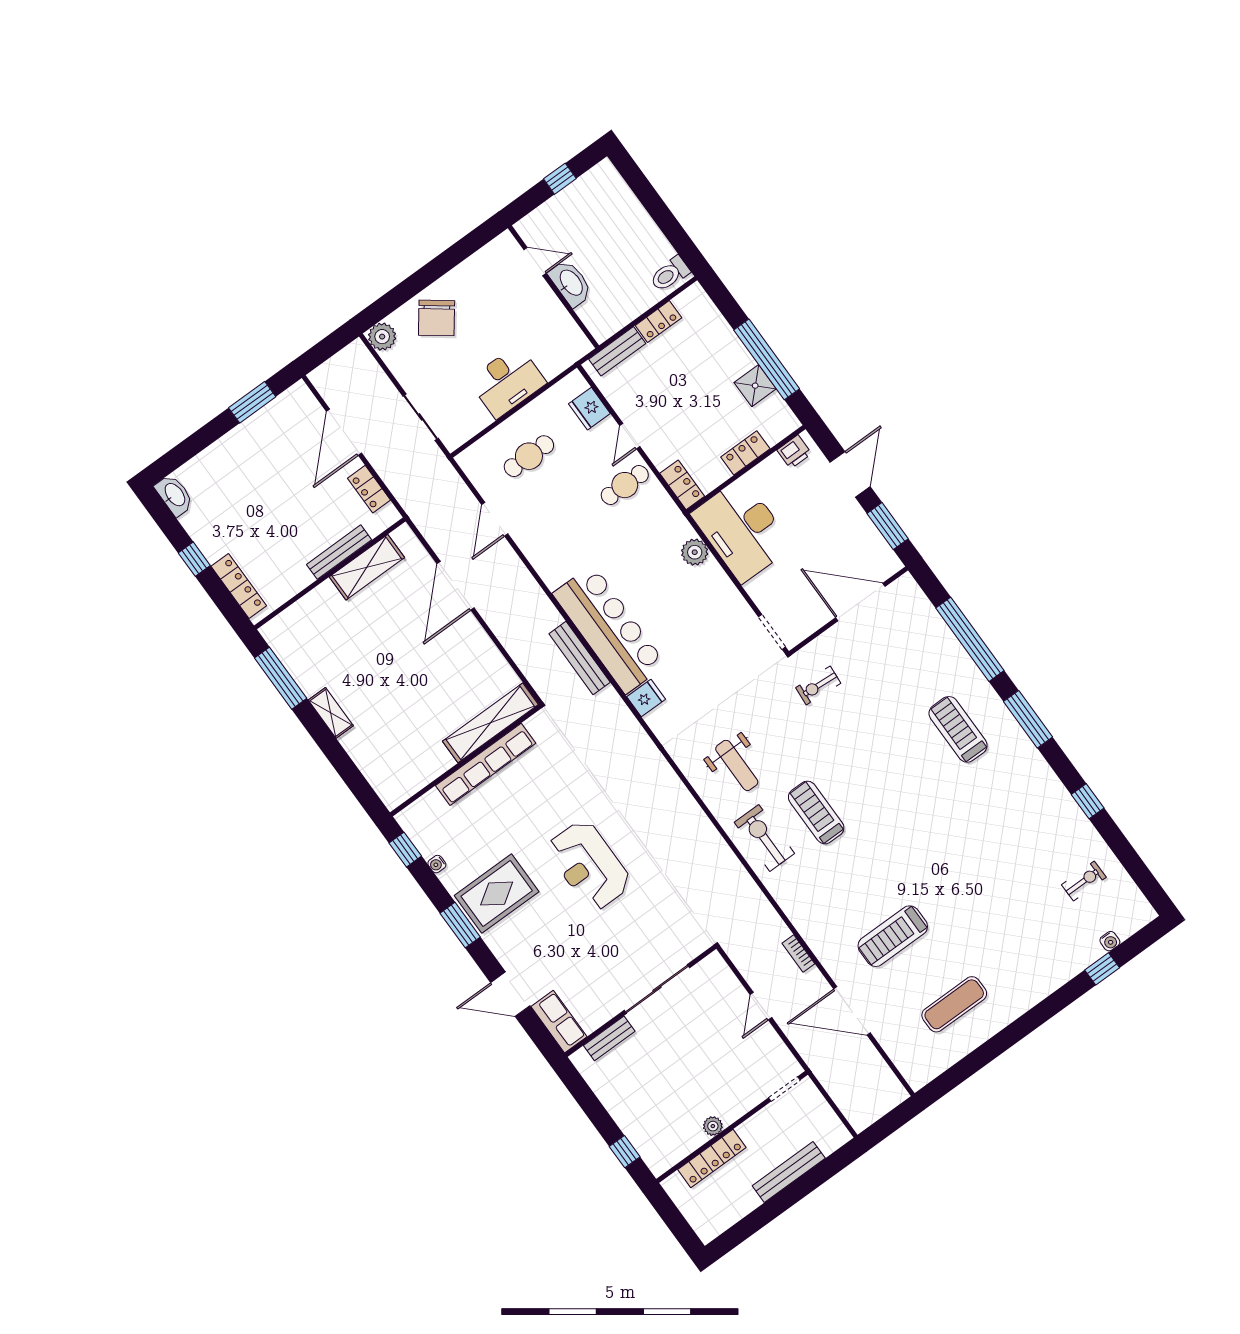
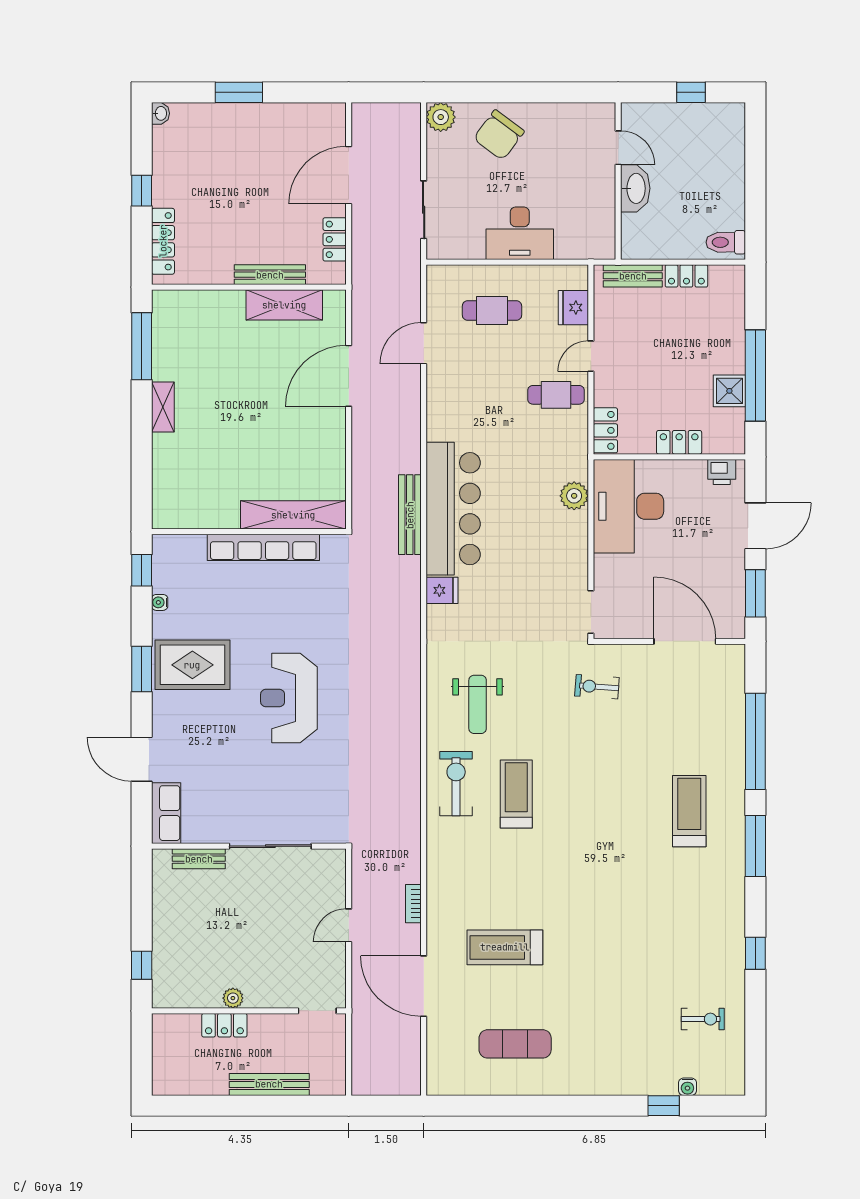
window: (252, 402) -> (239, 92), moved
washbasin: (174, 495) -> (160, 113), width x0.52, depth x0.69
locker: (712, 1158) -> (224, 1025), width x0.66

